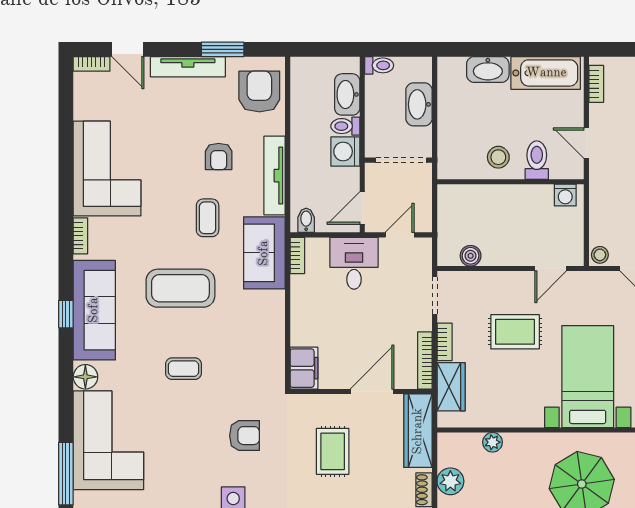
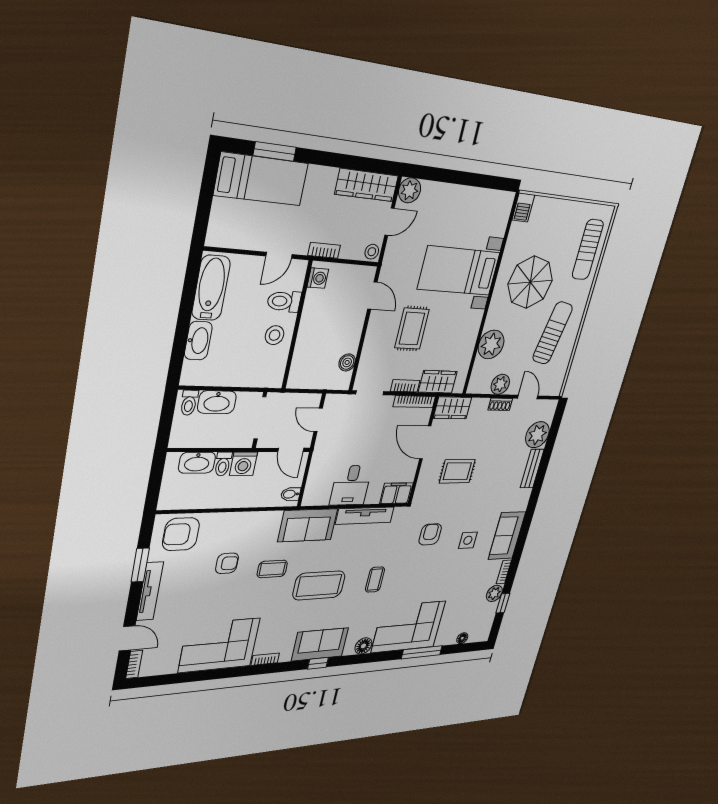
door: (128, 49) -> (127, 638), hinge flipped
toilet: (379, 65) -> (189, 403), moved, turned 180
bookcase: (596, 84) -> (324, 250), moved
tv unit: (275, 176) -> (365, 516), moved
bookcase: (297, 256) -> (315, 500), removed
desk: (354, 263) -> (351, 485), moved, turned -90
coffee table: (180, 288) -> (319, 585), turned 90
sofa: (94, 310) -> (320, 644), width x0.73
wardrobe: (418, 431) -> (452, 408), width x0.67
plant: (493, 442) -> (491, 344), width x1.88, depth x1.88

